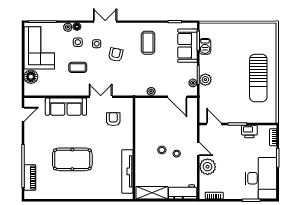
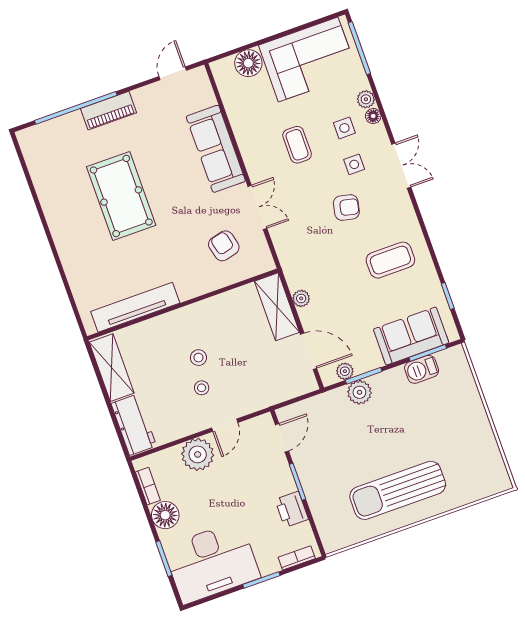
door: (177, 97) -> (309, 351), swing flipped
shelving: (151, 104) -> (277, 307), added
door: (23, 114) -> (173, 73), swing flipped
armchair: (113, 119) -> (224, 246), turned -104
piano: (30, 177) -> (109, 111), moved
floor lamp: (231, 192) -> (165, 515), added

